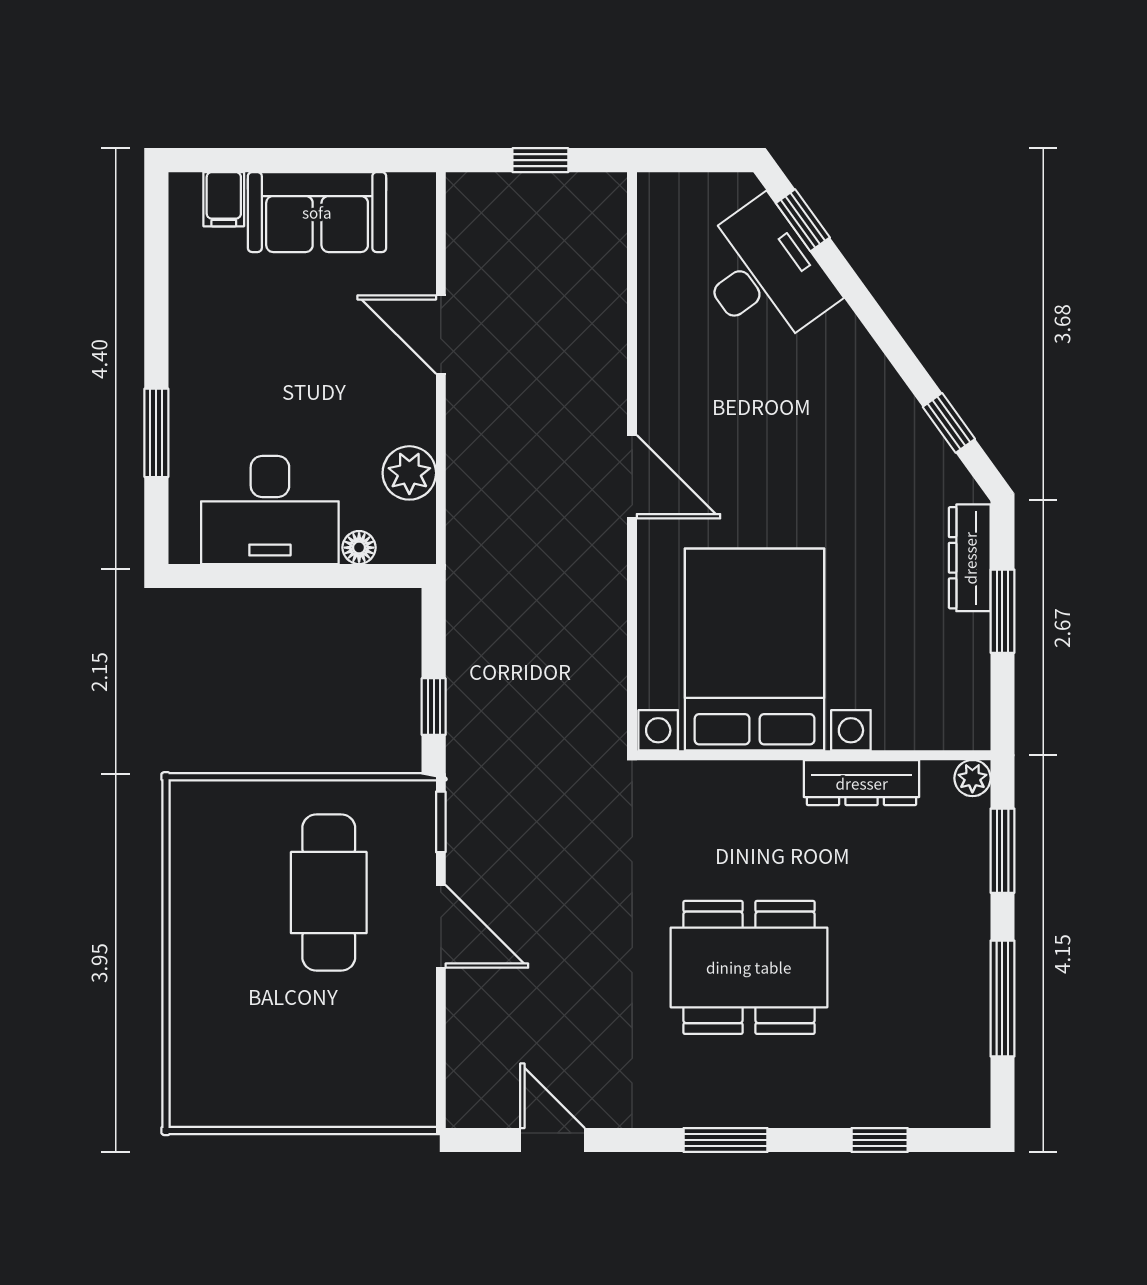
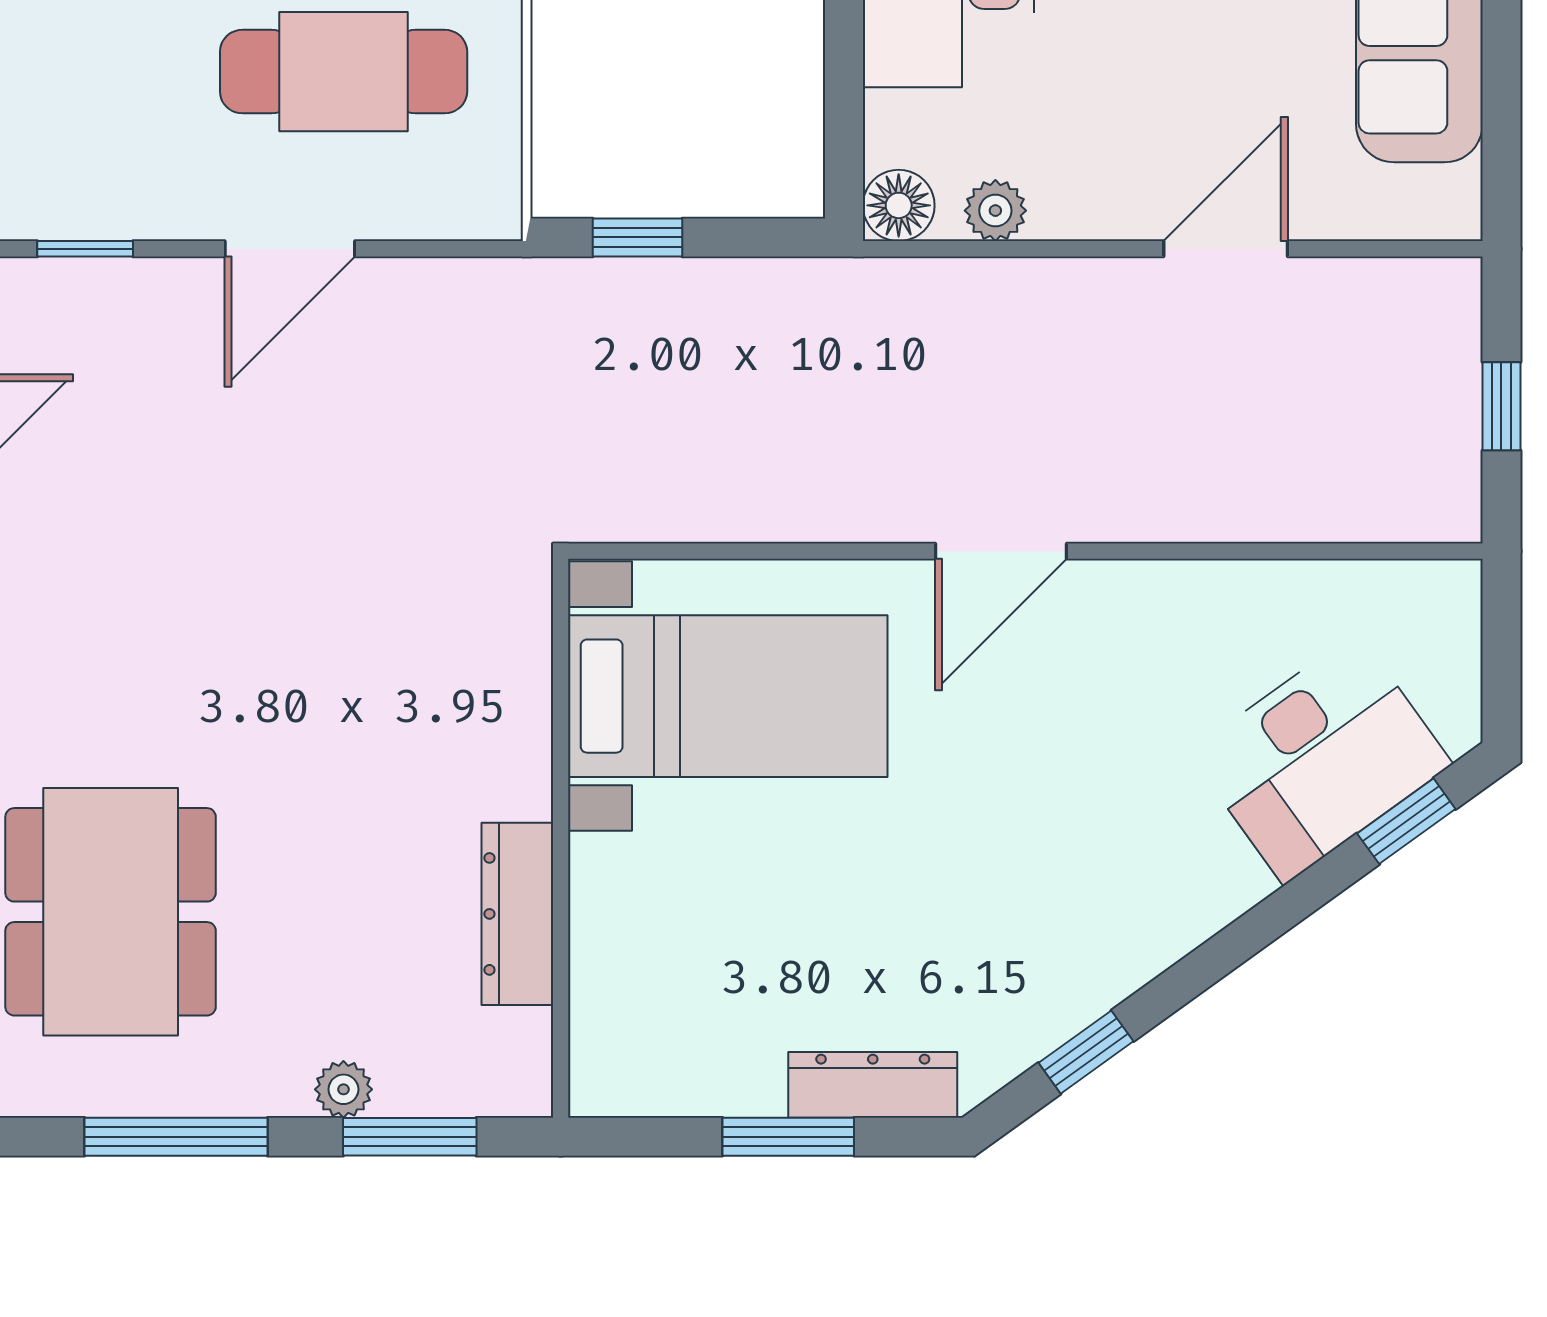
plant: (409, 473) -> (995, 211), width x0.73, depth x0.73
floor lamp: (359, 548) -> (899, 205), moved, width x1.37, depth x1.37
bed with nightstands: (755, 649) -> (728, 696), width x0.73
plant: (972, 778) -> (343, 1089), moved
window: (441, 822) -> (85, 249), moved
dining table: (749, 967) -> (111, 912), moved

